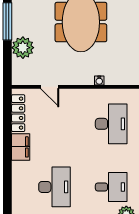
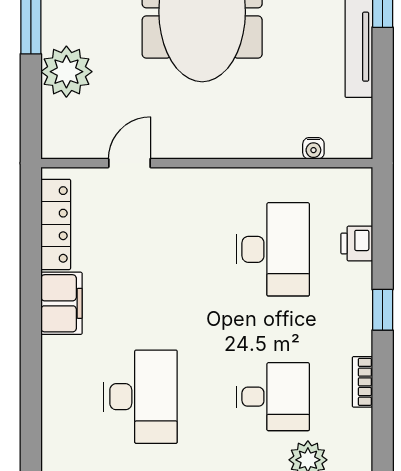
water cooler: (99, 81) -> (313, 148), moved
door: (50, 87) -> (129, 163), swing flipped

